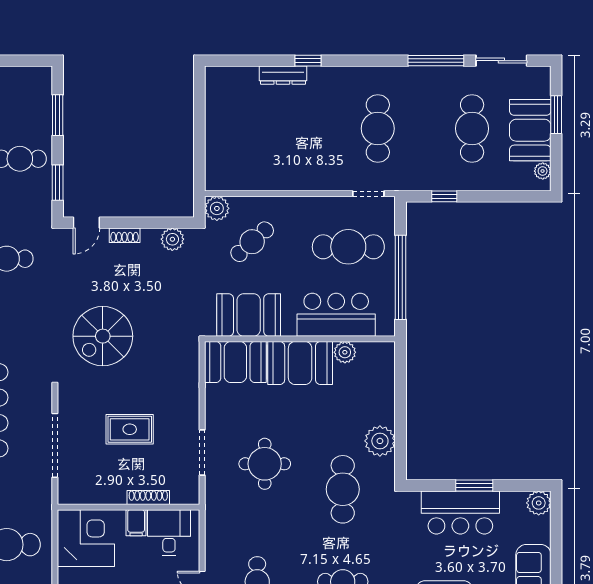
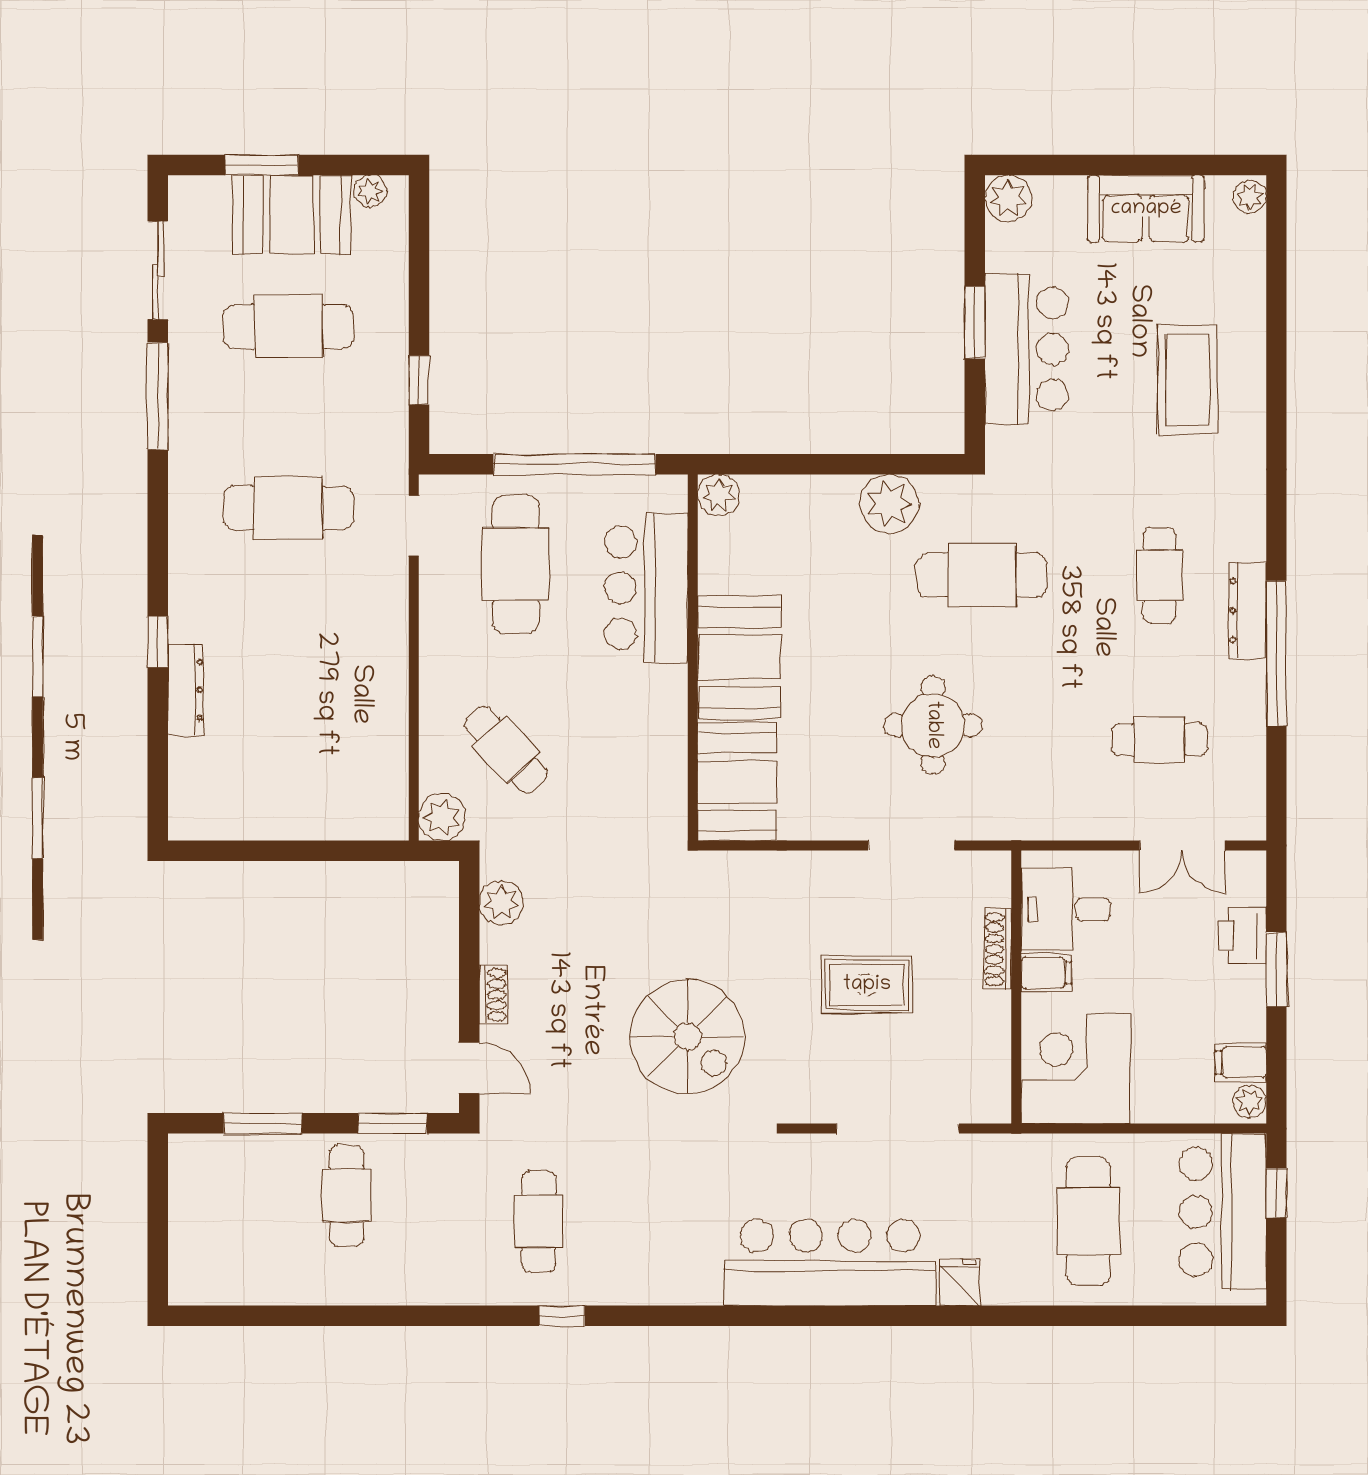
booth: (249, 315) -> (647, 756), removed
plant: (345, 352) -> (719, 495), moved
rug: (130, 429) -> (867, 985), turned 90

